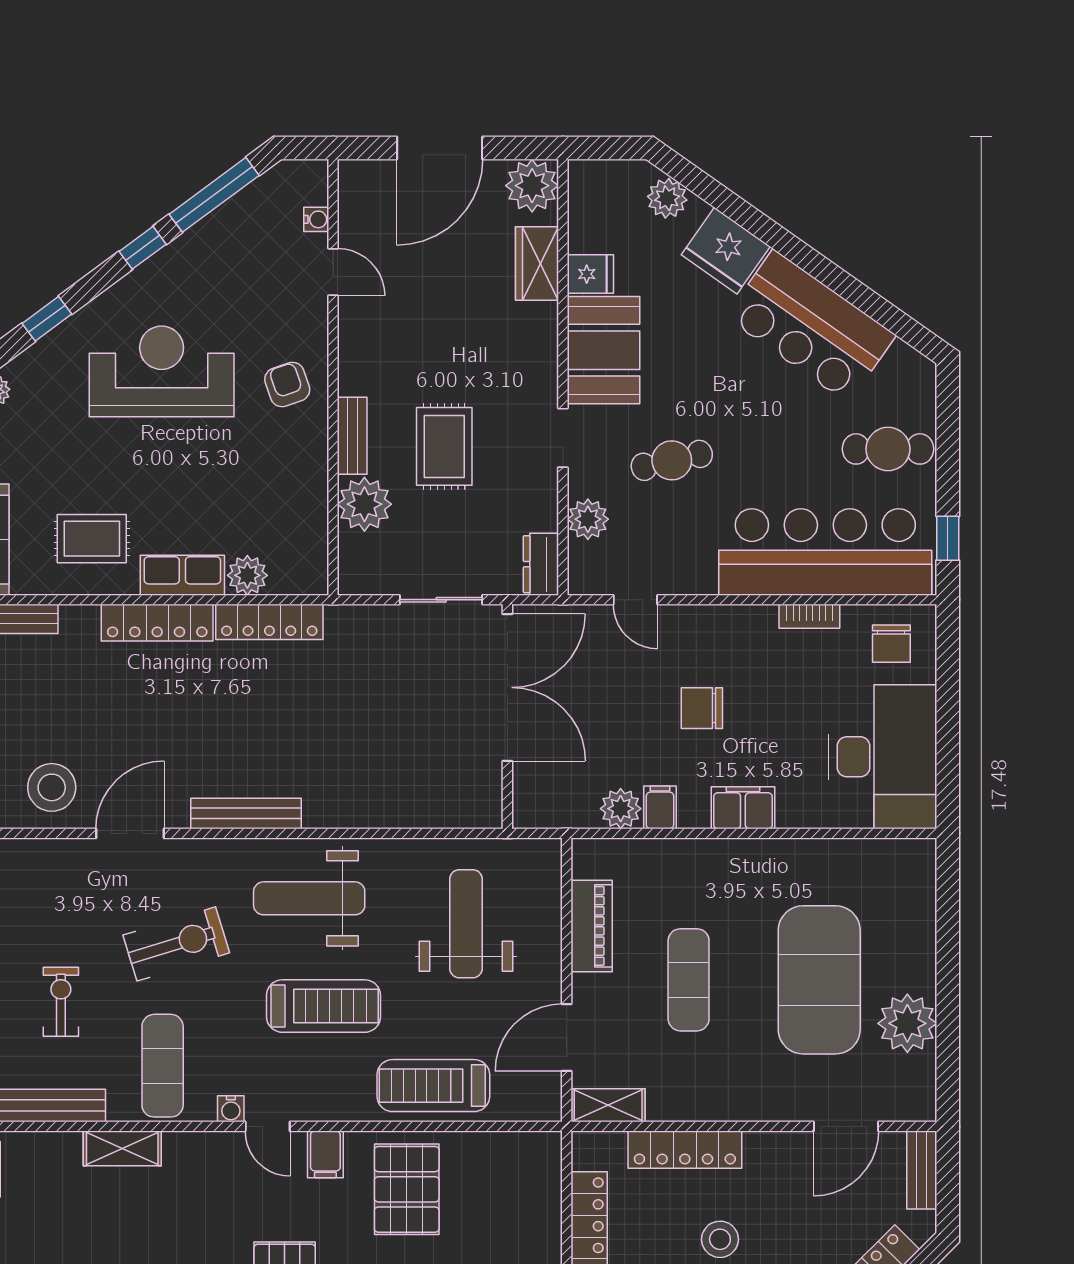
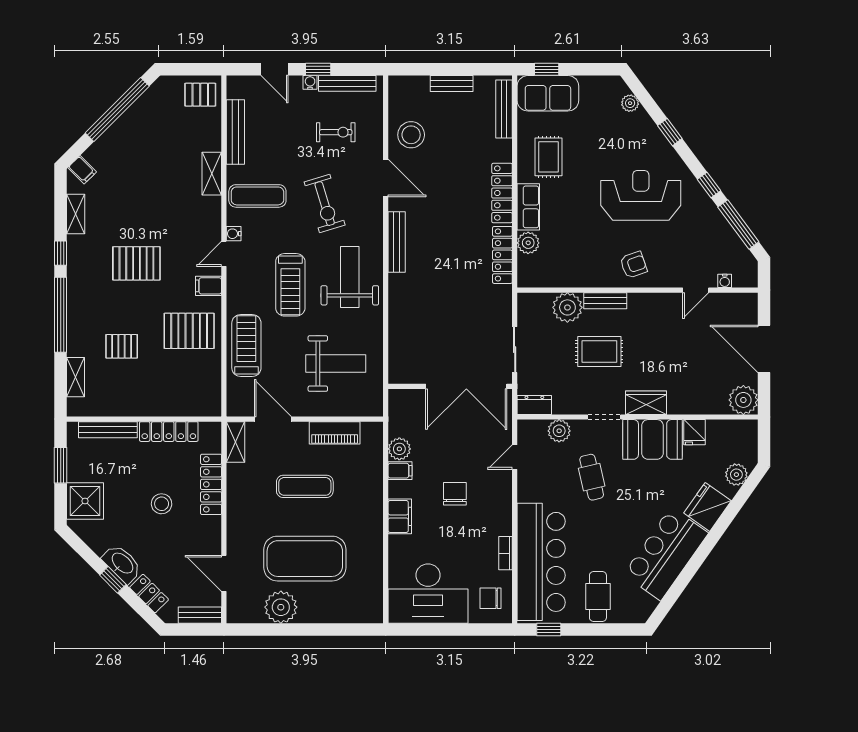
wardrobe: (537, 263) -> (646, 403), moved
reception desk: (162, 371) -> (641, 195), turned -90
exercise bike: (61, 1002) -> (336, 132), moved

